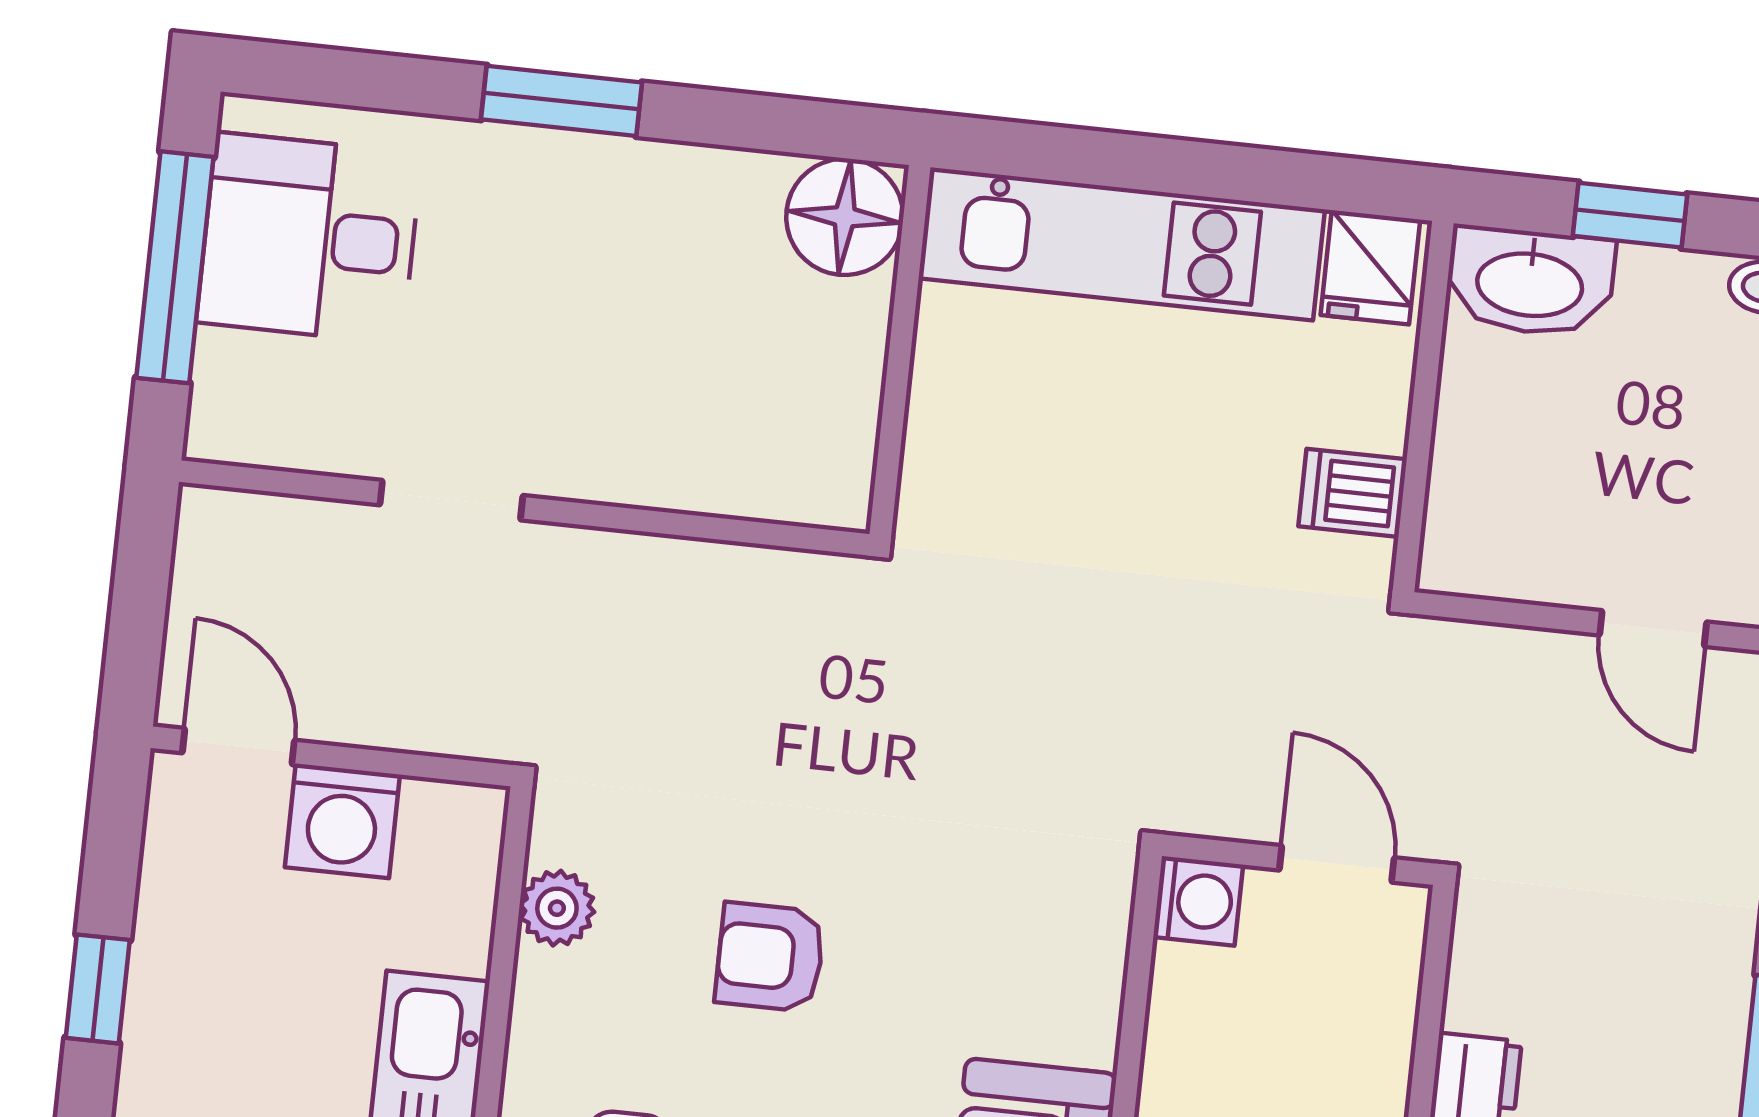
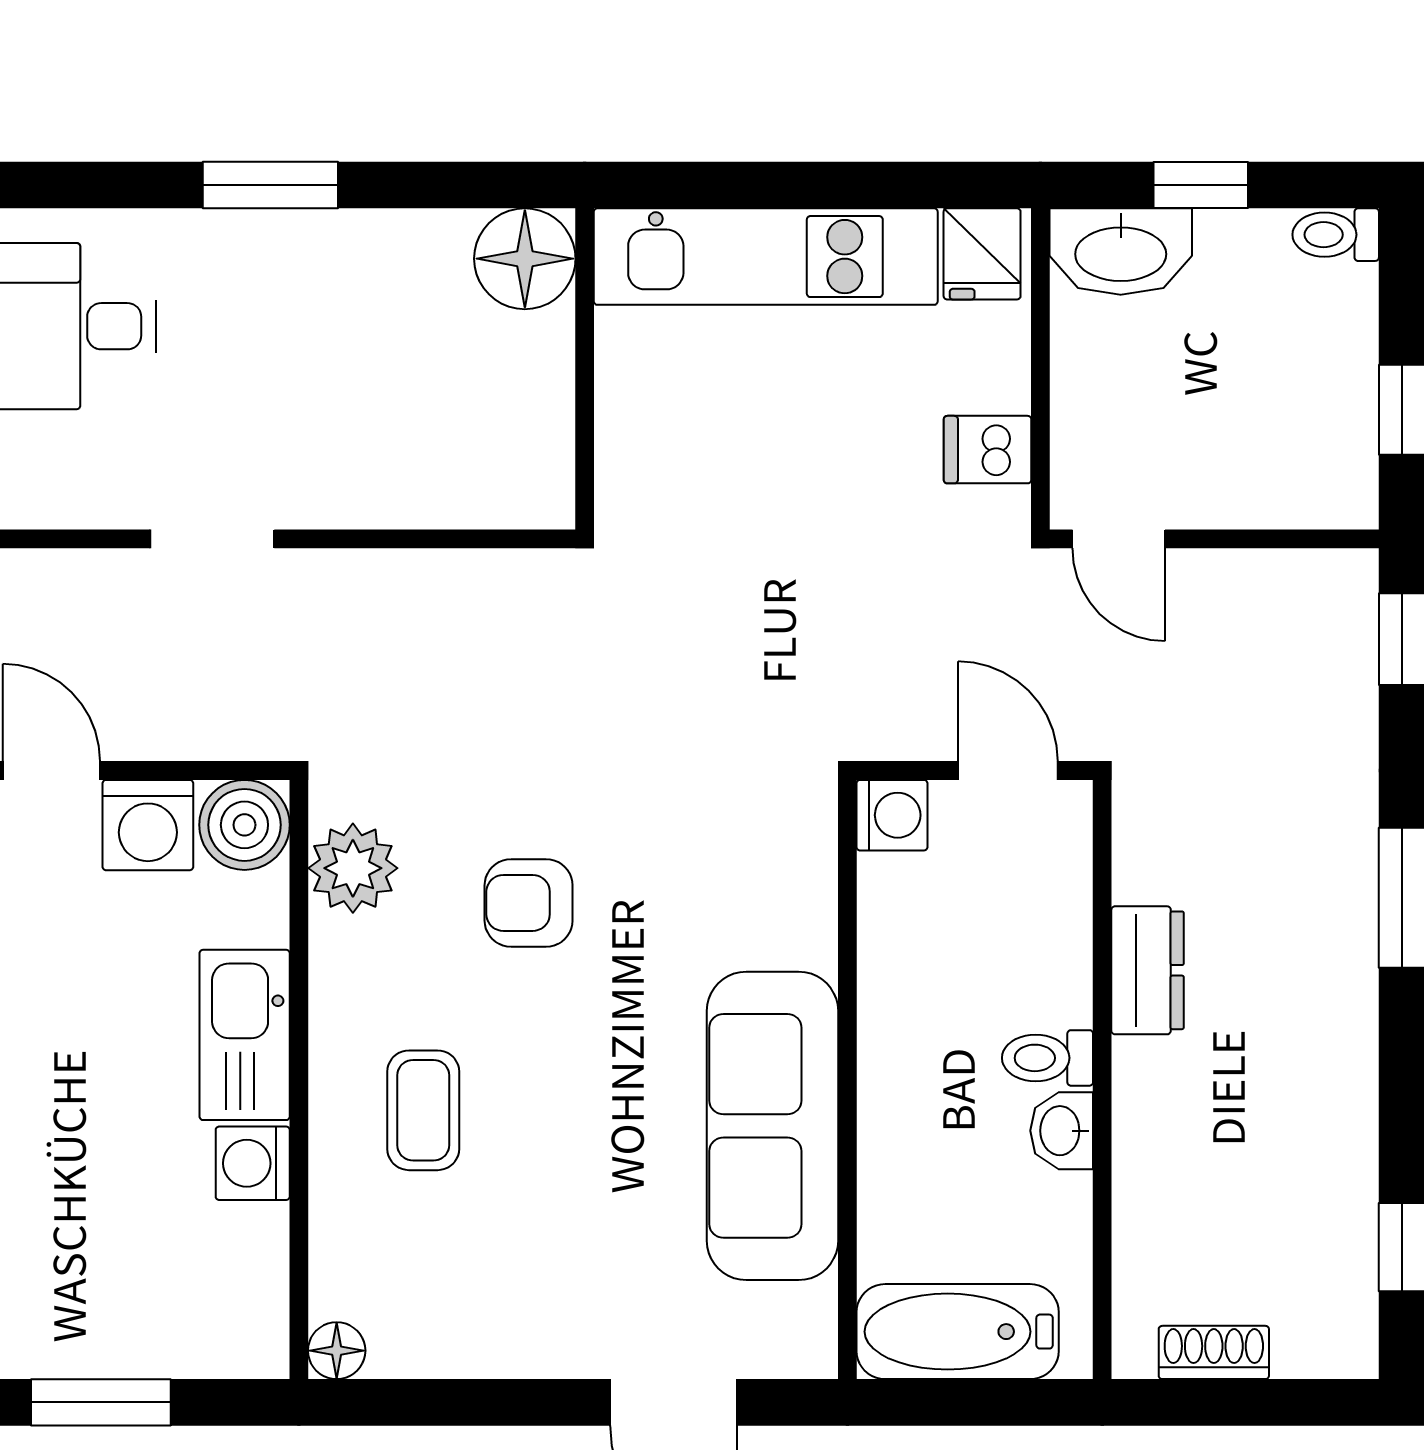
door: (1653, 628) -> (1119, 539), moved
boiler: (453, 833) -> (244, 825), added
plant: (557, 908) -> (353, 868), width x1.38, depth x1.38

